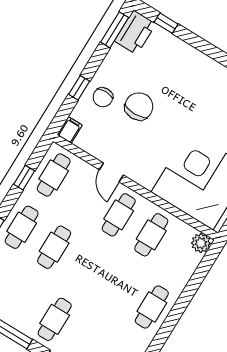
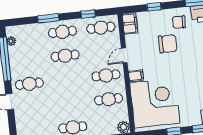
chair: (103, 97) -> (179, 22), moved
filing cabinet: (70, 130) -> (130, 23), width x2.00
filing cabinet: (148, 177) -> (136, 76), added

